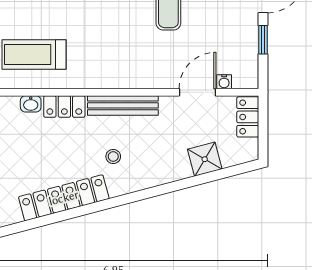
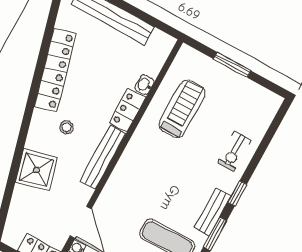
shower: (205, 159) -> (36, 170), moved, width x1.36, depth x1.36

